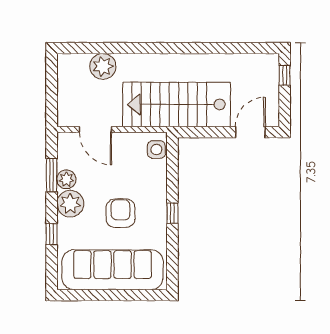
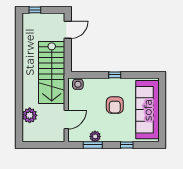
door: (250, 132) -> (68, 30), swing flipped
plant: (70, 204) -> (109, 134), removed
armchair: (121, 213) -> (115, 105), turned -90

